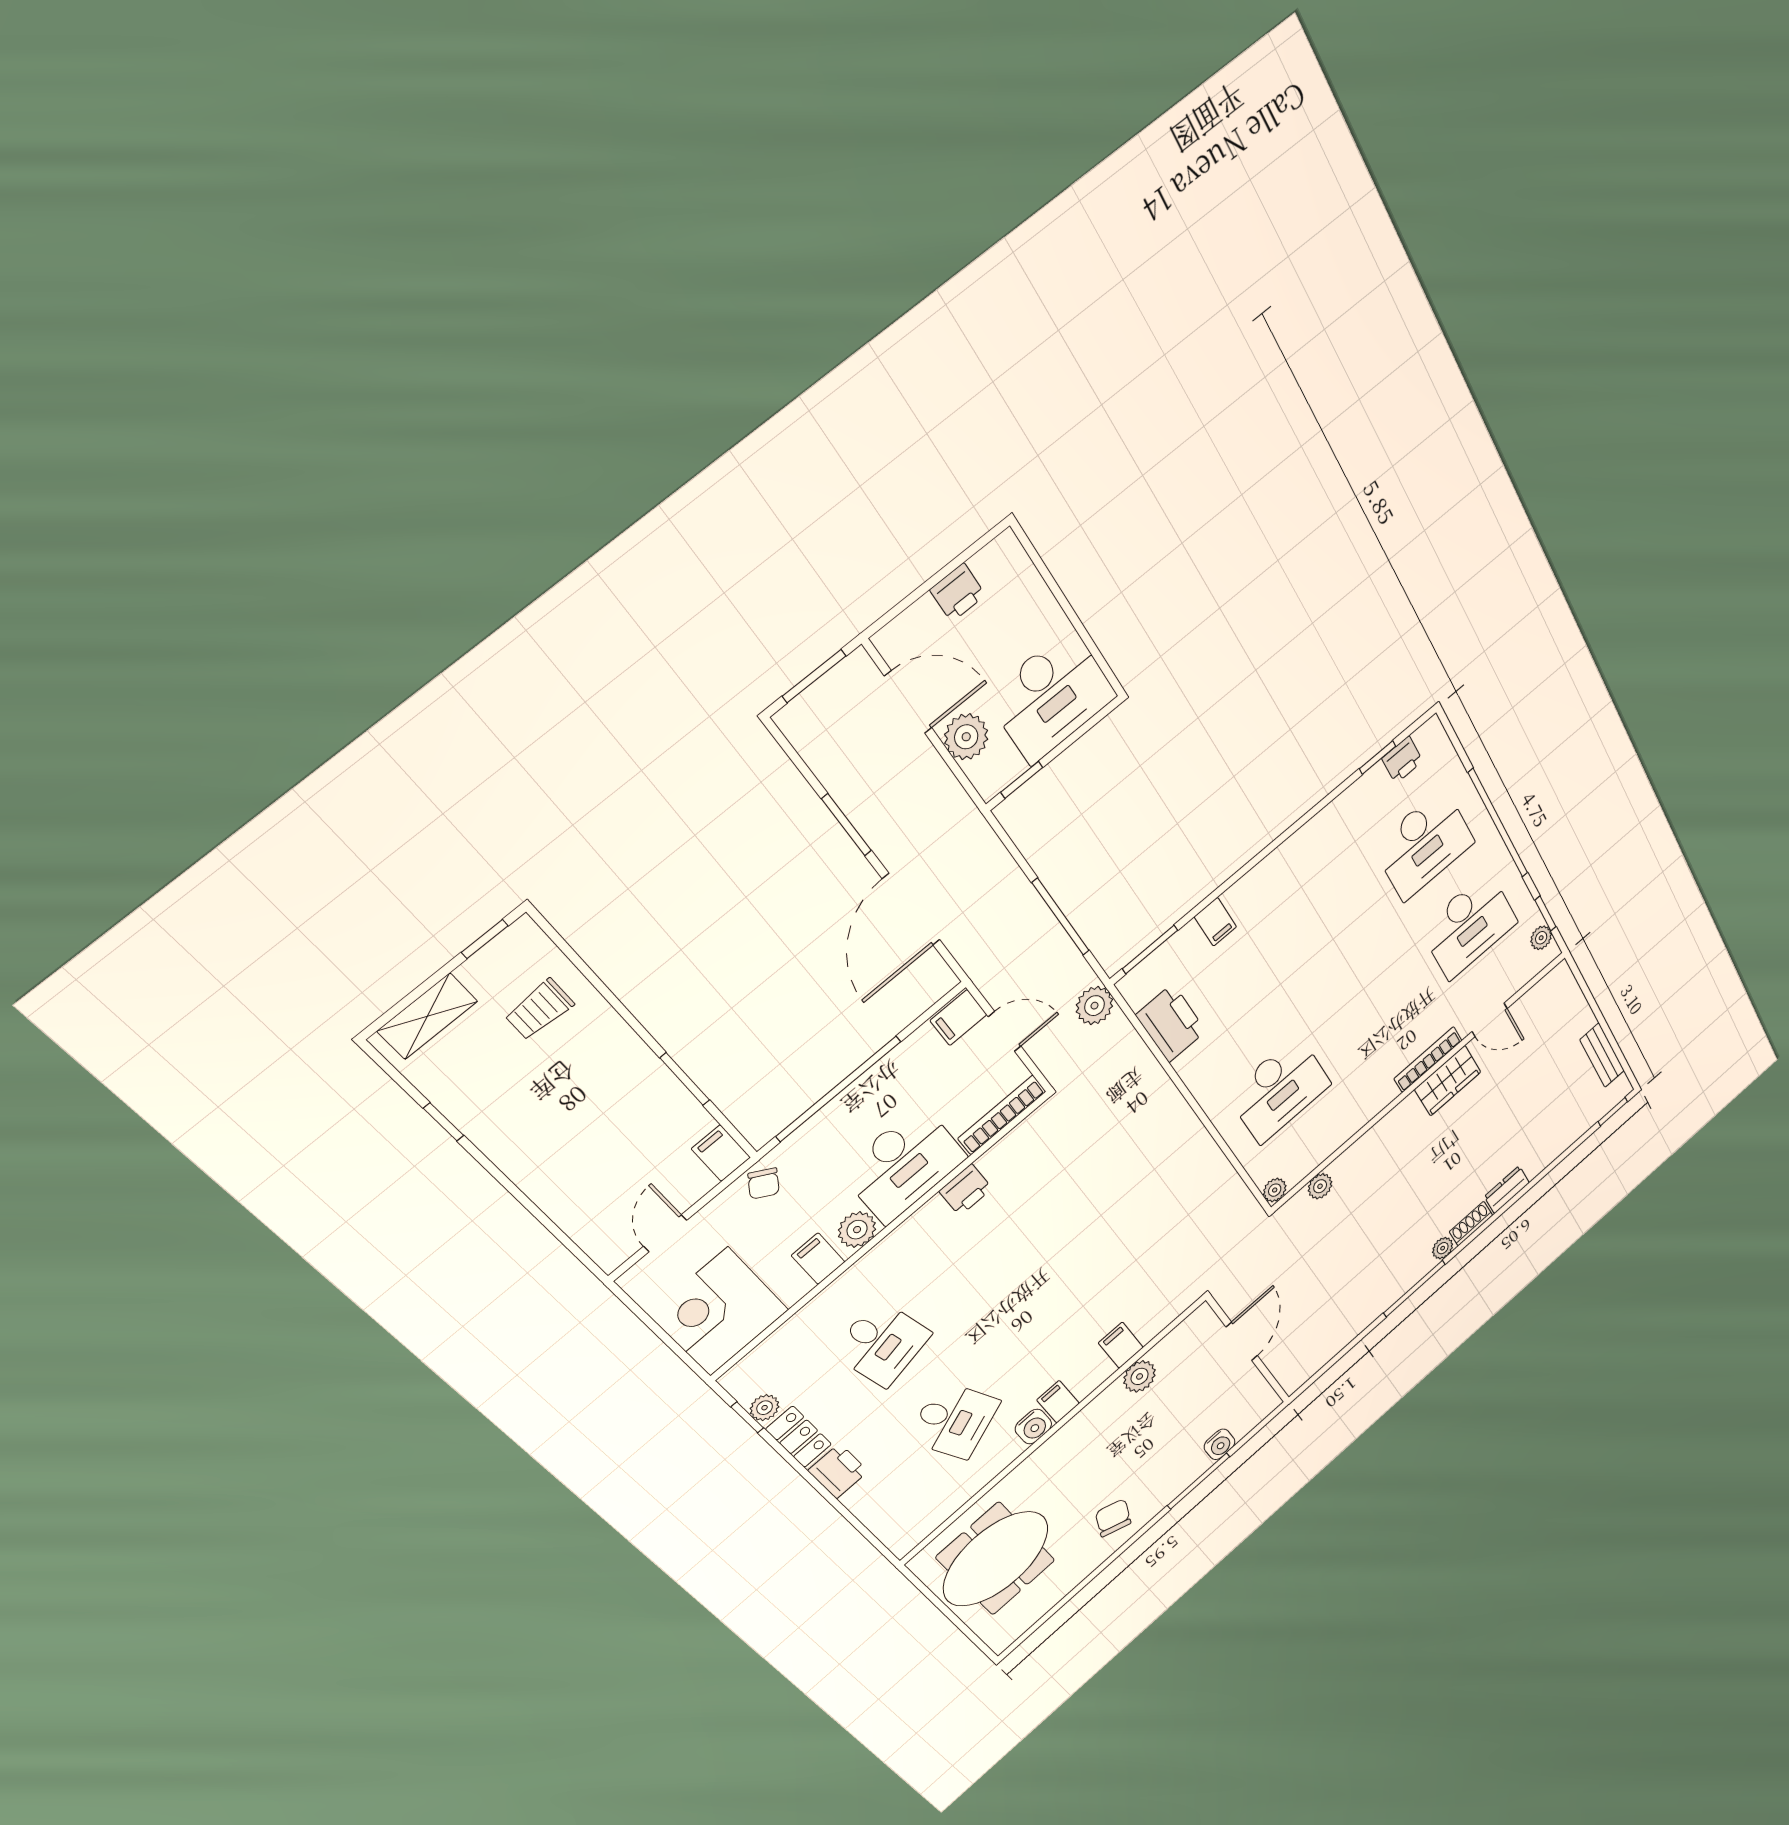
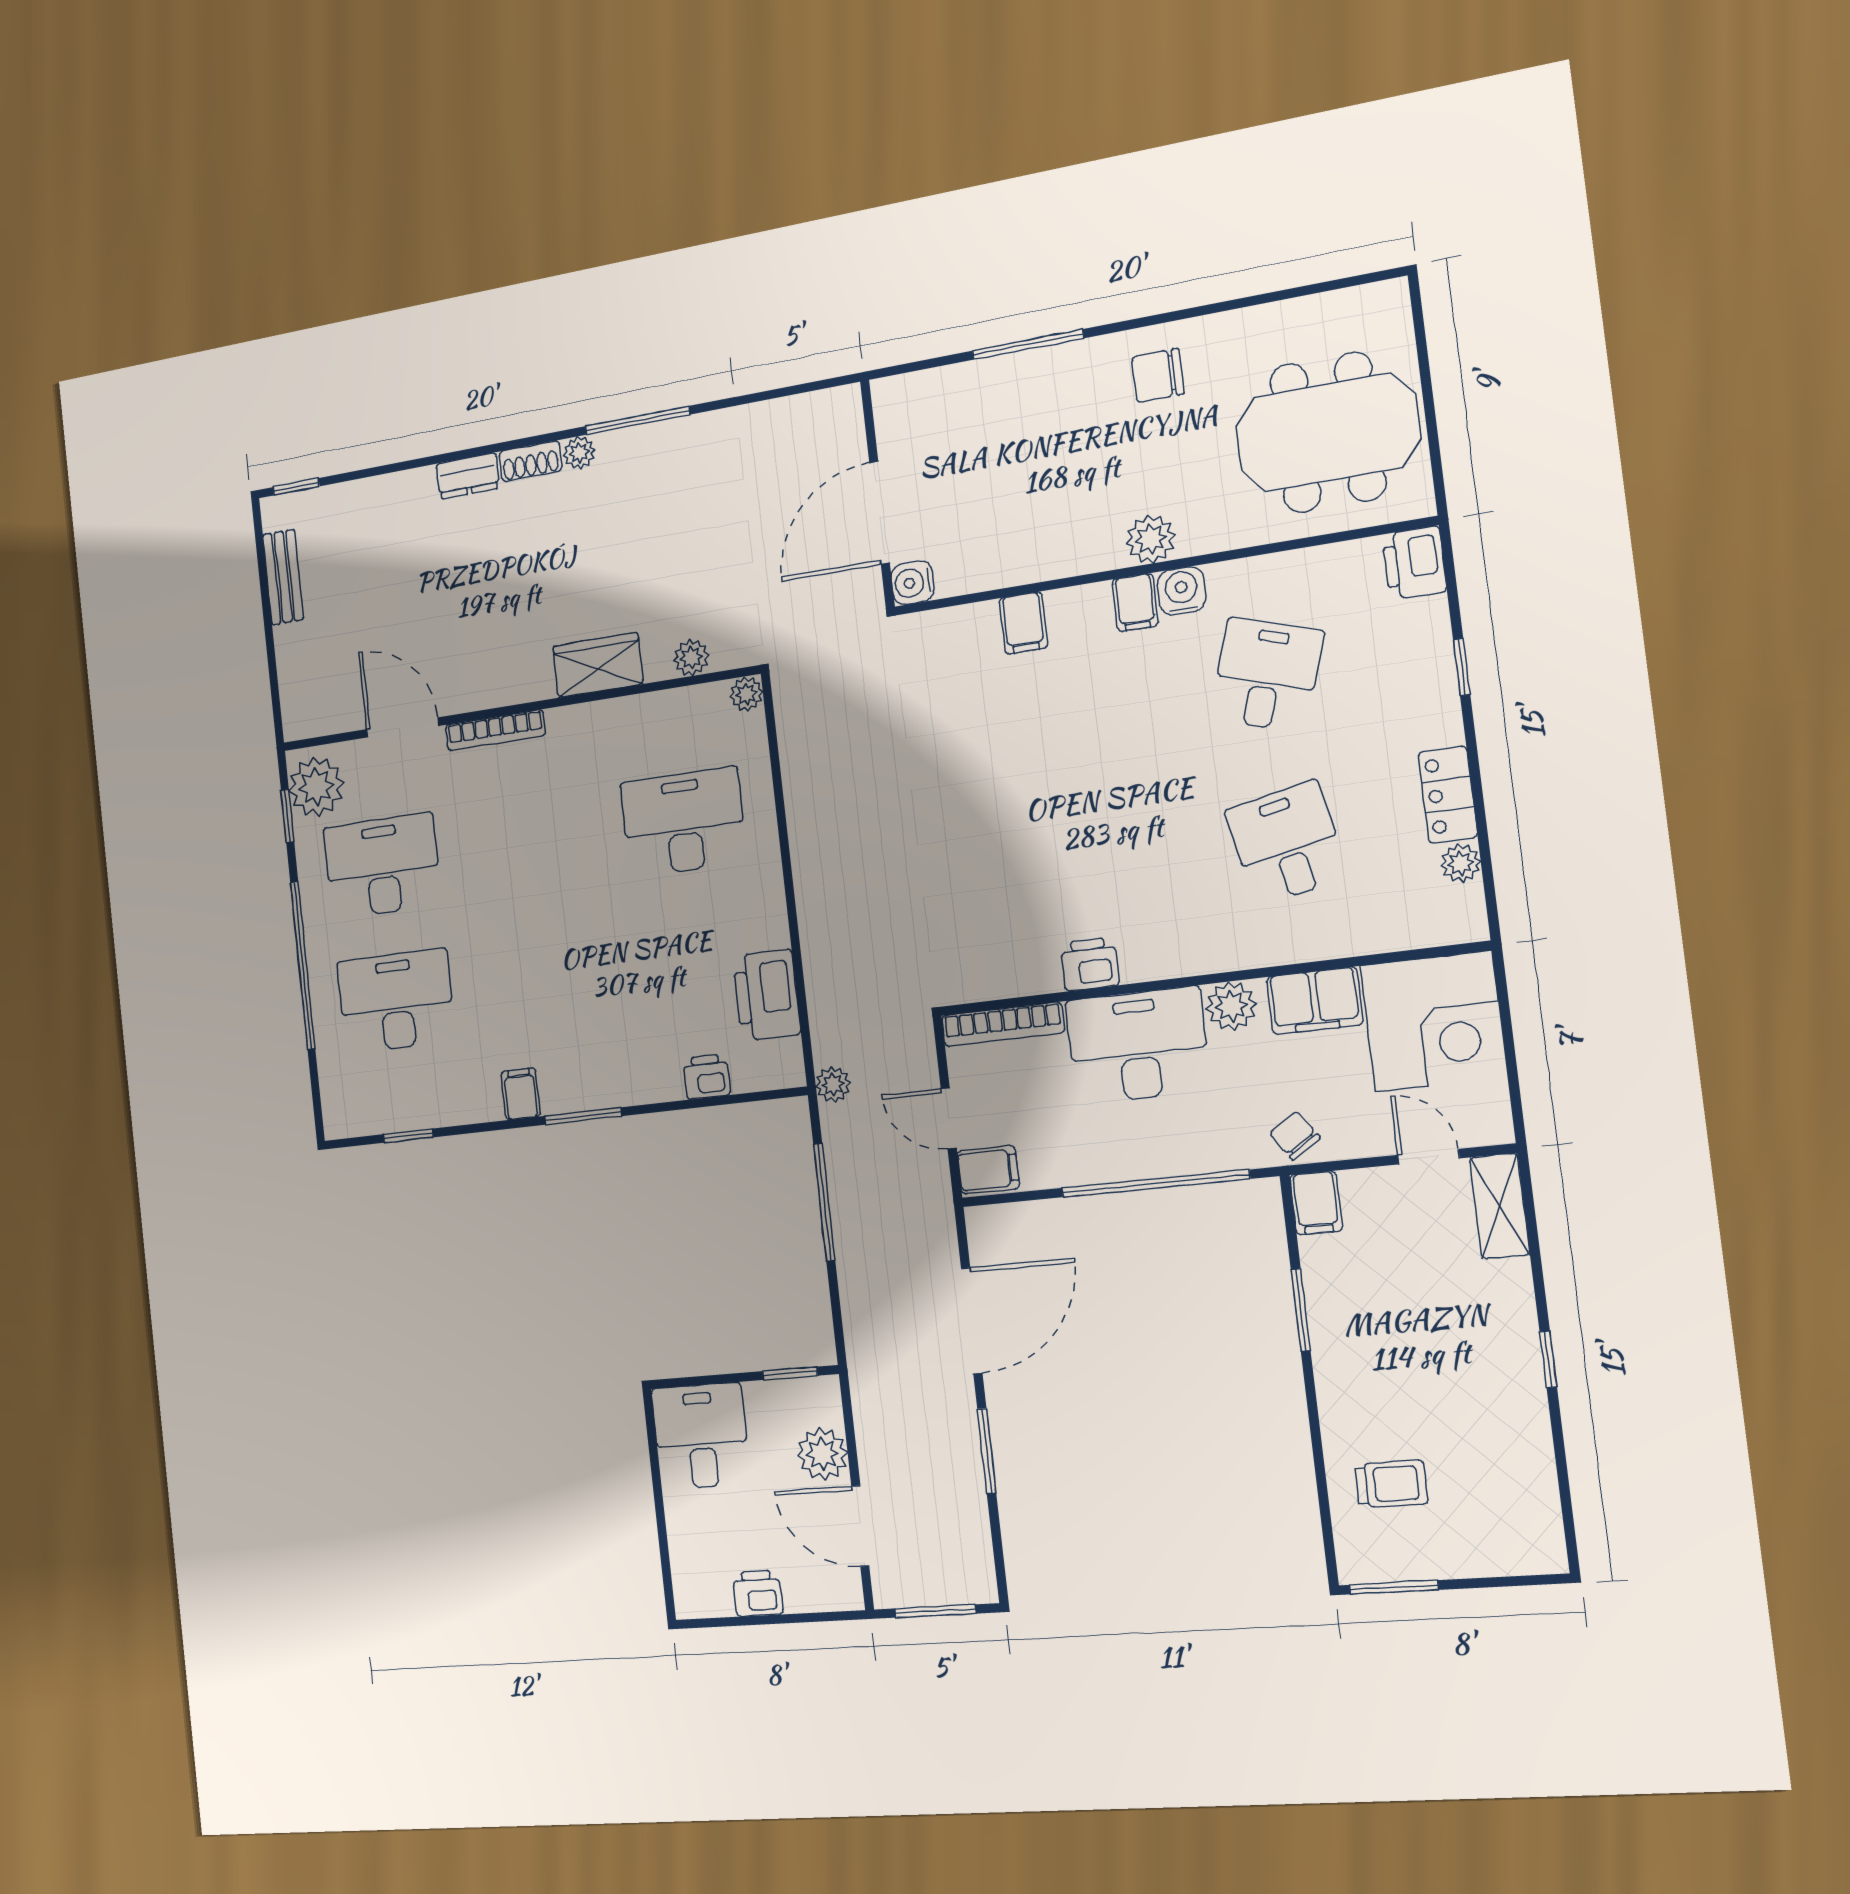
desk: (1052, 696) -> (701, 1436), width x0.73
printer: (1402, 760) -> (707, 1077), moved
filing cabinet: (1215, 922) -> (521, 1094), moved
plant: (1541, 938) -> (316, 787), width x1.88, depth x1.88
window: (485, 939) -> (1394, 1587), width x1.50
window: (1150, 949) -> (583, 1116), moved
plant: (1095, 1006) -> (833, 1084), width x0.73, depth x0.73
shelving: (427, 1016) -> (1500, 1206), moved, turned 90
door: (1490, 1020) -> (403, 727), width x1.38
wardrobe: (1448, 1081) -> (598, 665), moved
window: (443, 1122) -> (1548, 1359), moved
chair: (764, 1184) -> (1295, 1136), turned -66
door: (665, 1233) -> (1429, 1157), swing flipped
filing cabinet: (818, 1259) -> (1315, 1001), width x2.00
door: (1242, 1341) -> (880, 513), width x1.36
plant: (1140, 1376) -> (1151, 539), moved
window: (747, 1417) -> (1462, 667), moved
desk: (954, 1420) -> (1266, 675), turned 42
water cooler: (1220, 1444) -> (913, 583), moved, turned -90
printer: (838, 1471) -> (1414, 563), moved
chair: (1113, 1518) -> (1158, 375), turned 69

